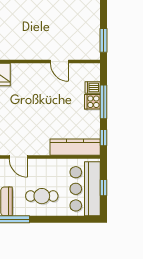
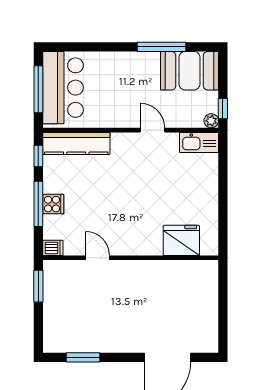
dishwasher: (93, 87) -> (53, 248), moved
window: (104, 188) -> (38, 89), width x2.17
cafe table: (42, 196) -> (121, 78), removed

